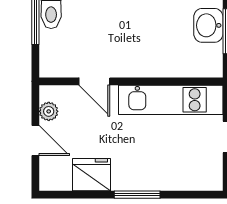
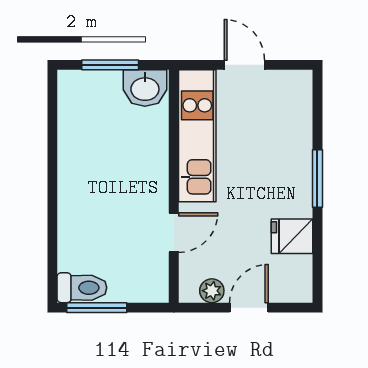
washbasin: (208, 25) -> (145, 88), moved
fridge: (92, 175) -> (292, 236), width x0.72

